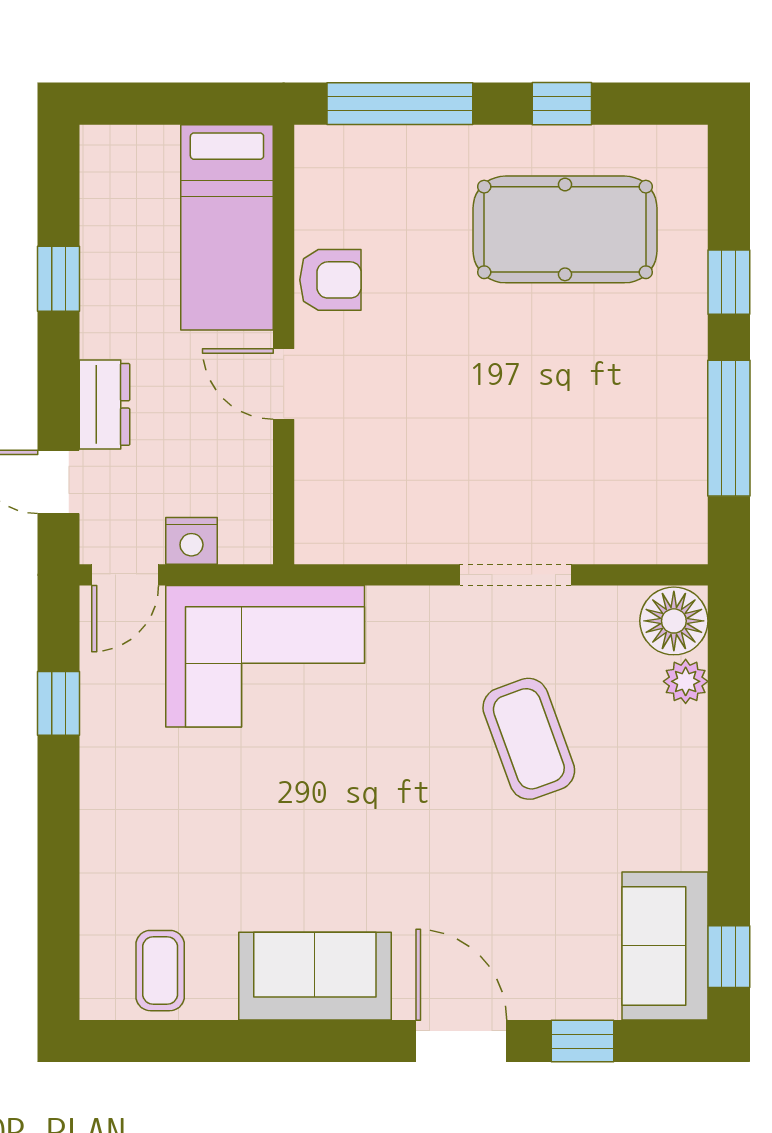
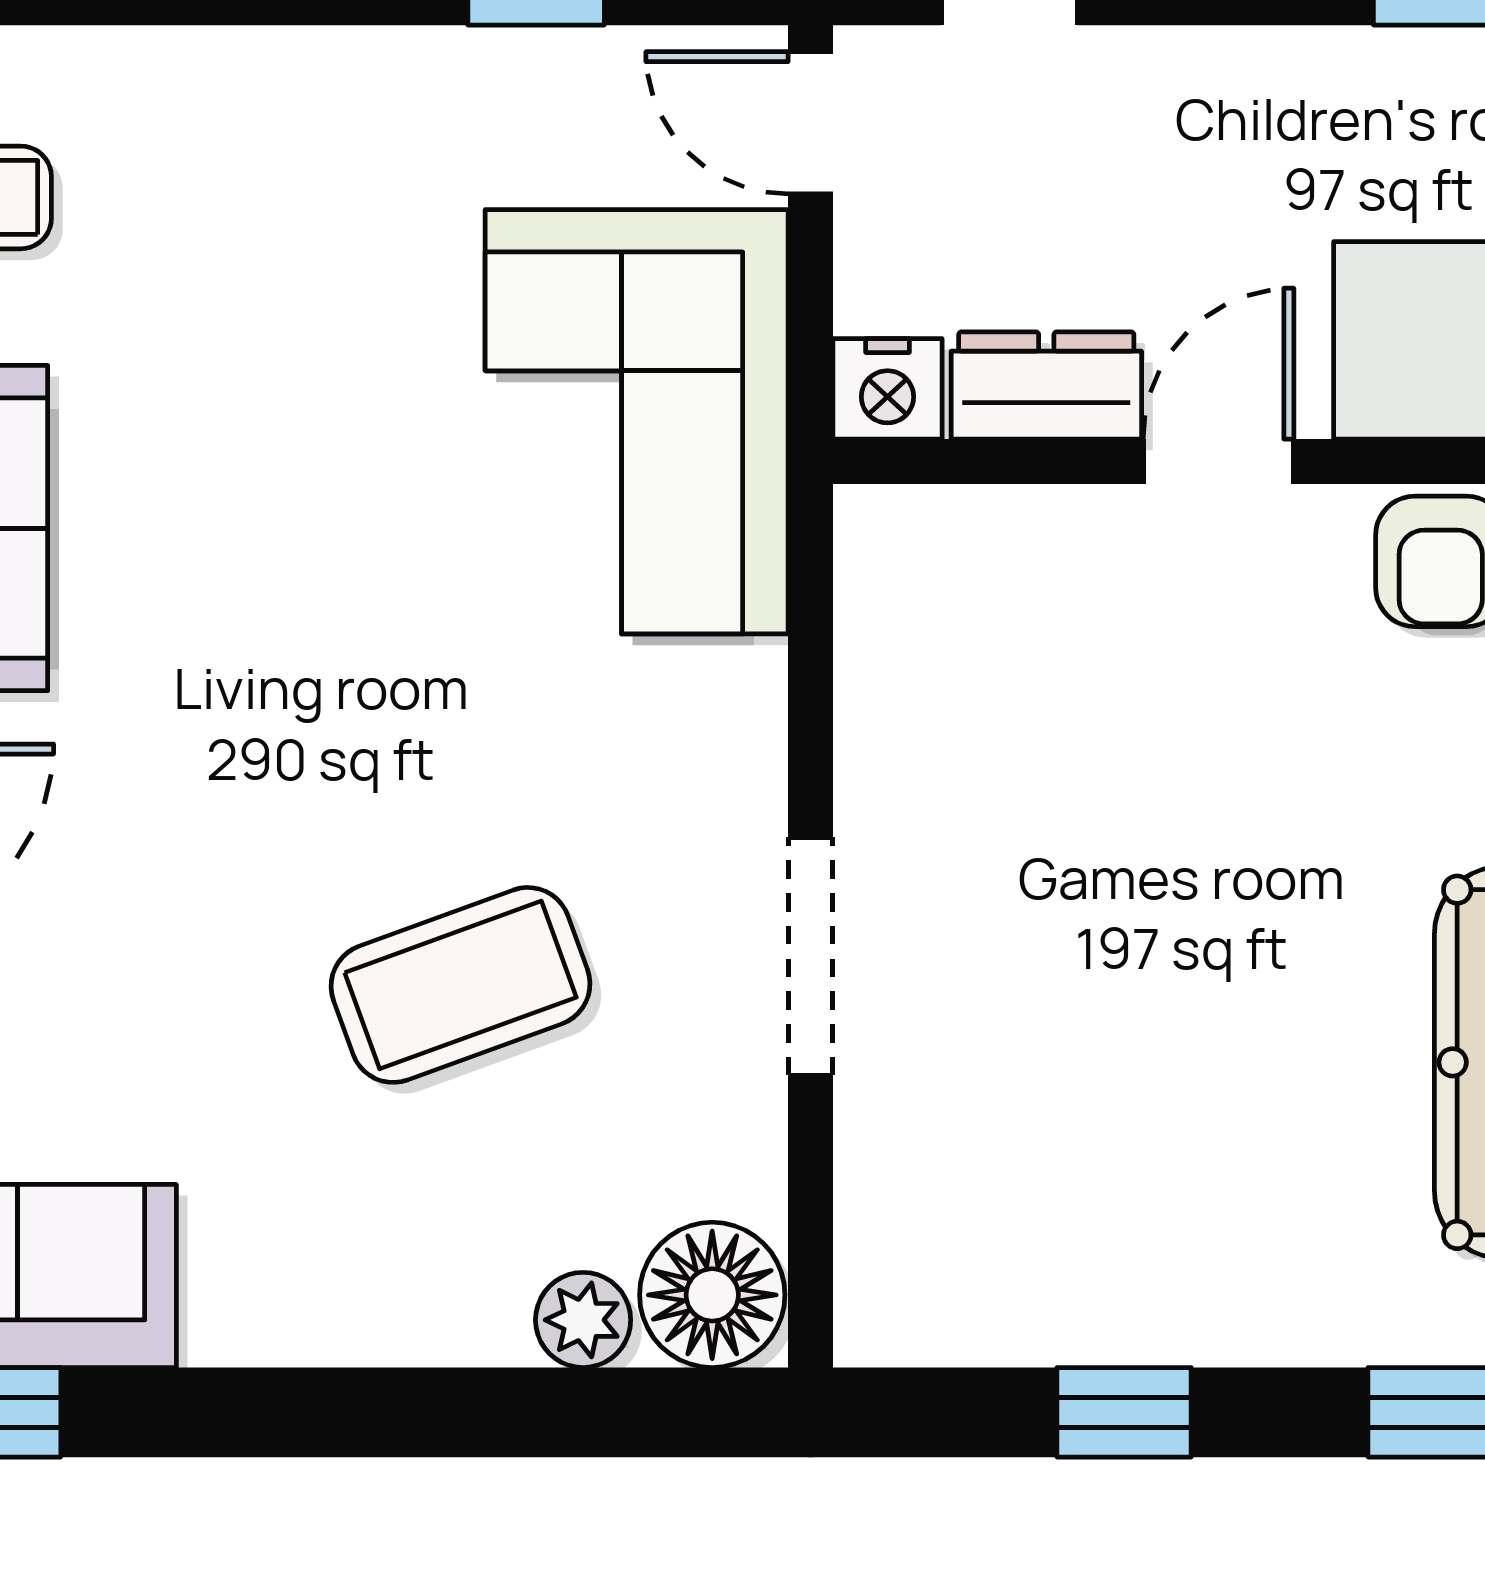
dresser: (105, 404) -> (1046, 385), moved, turned 180
window: (729, 428) -> (1124, 1412), width x0.46
nightstand: (191, 541) -> (887, 389), moved, turned -90

